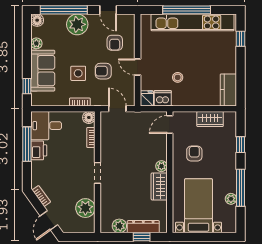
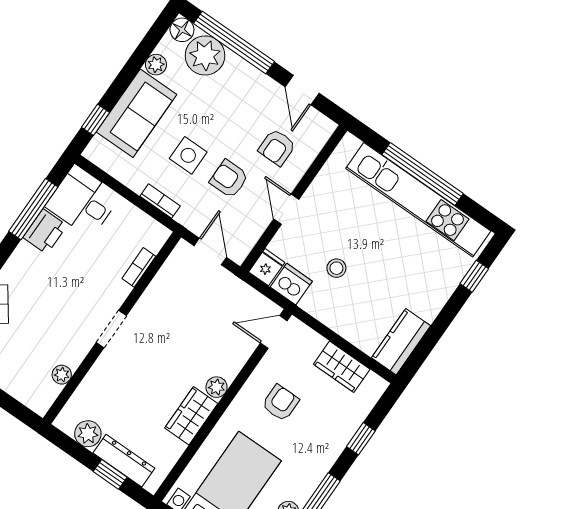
plant: (77, 24) -> (205, 55), moved
floor lamp: (89, 117) -> (157, 235), removed
plant: (85, 208) -> (62, 375), width x0.53, depth x0.53

